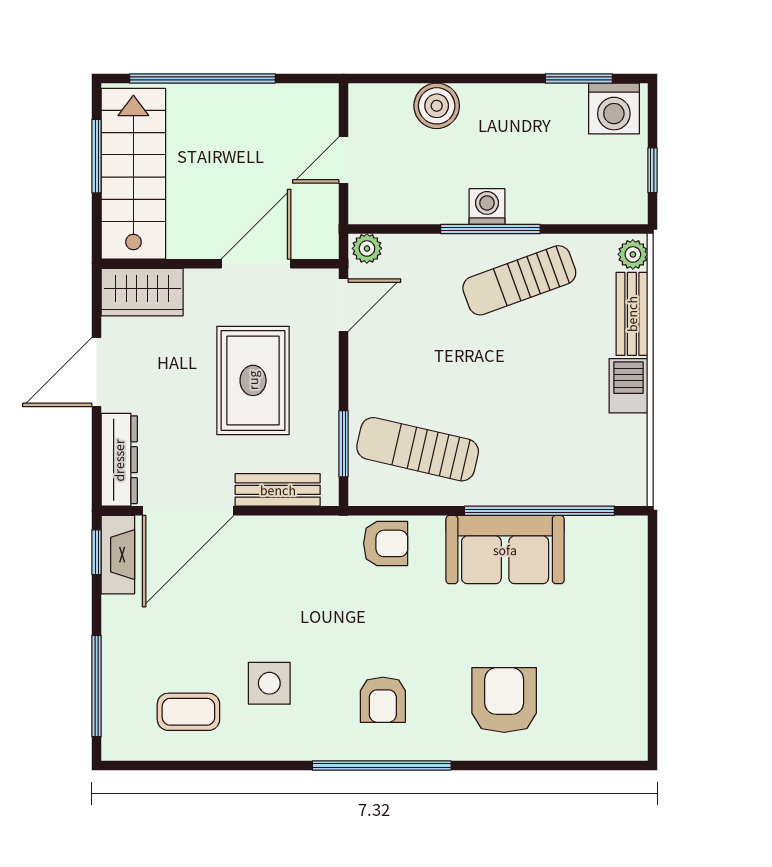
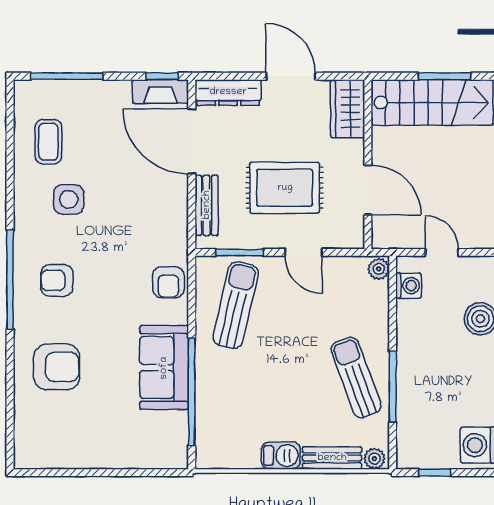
washing machine: (487, 207) -> (409, 286), moved
window: (490, 229) -> (393, 387), moved
door: (344, 305) -> (304, 252), moved

